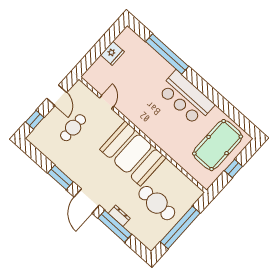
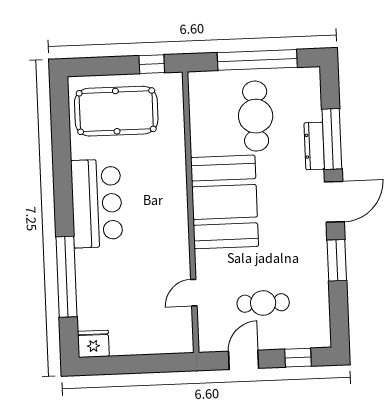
fridge: (112, 53) -> (93, 344), moved
window: (233, 168) -> (152, 64), moved
dresser: (119, 216) -> (314, 146), width x1.44

